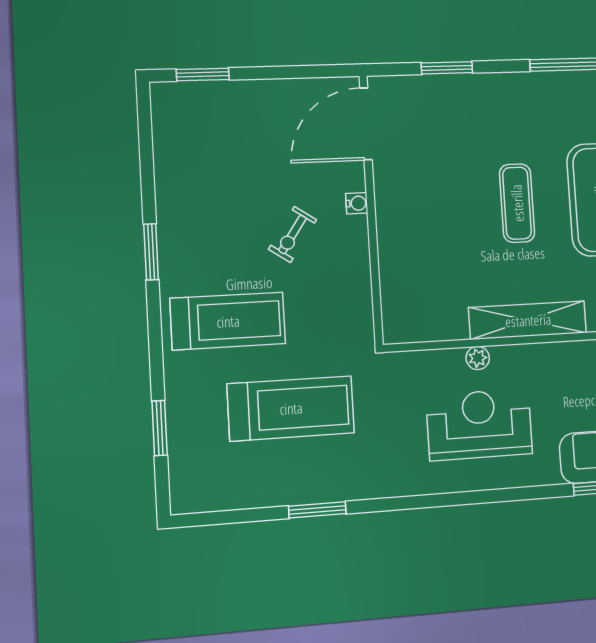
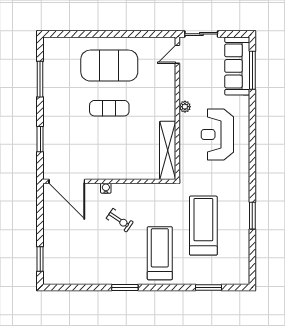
shelving: (528, 320) -> (168, 150), moved
plant: (478, 358) -> (185, 107), moved

